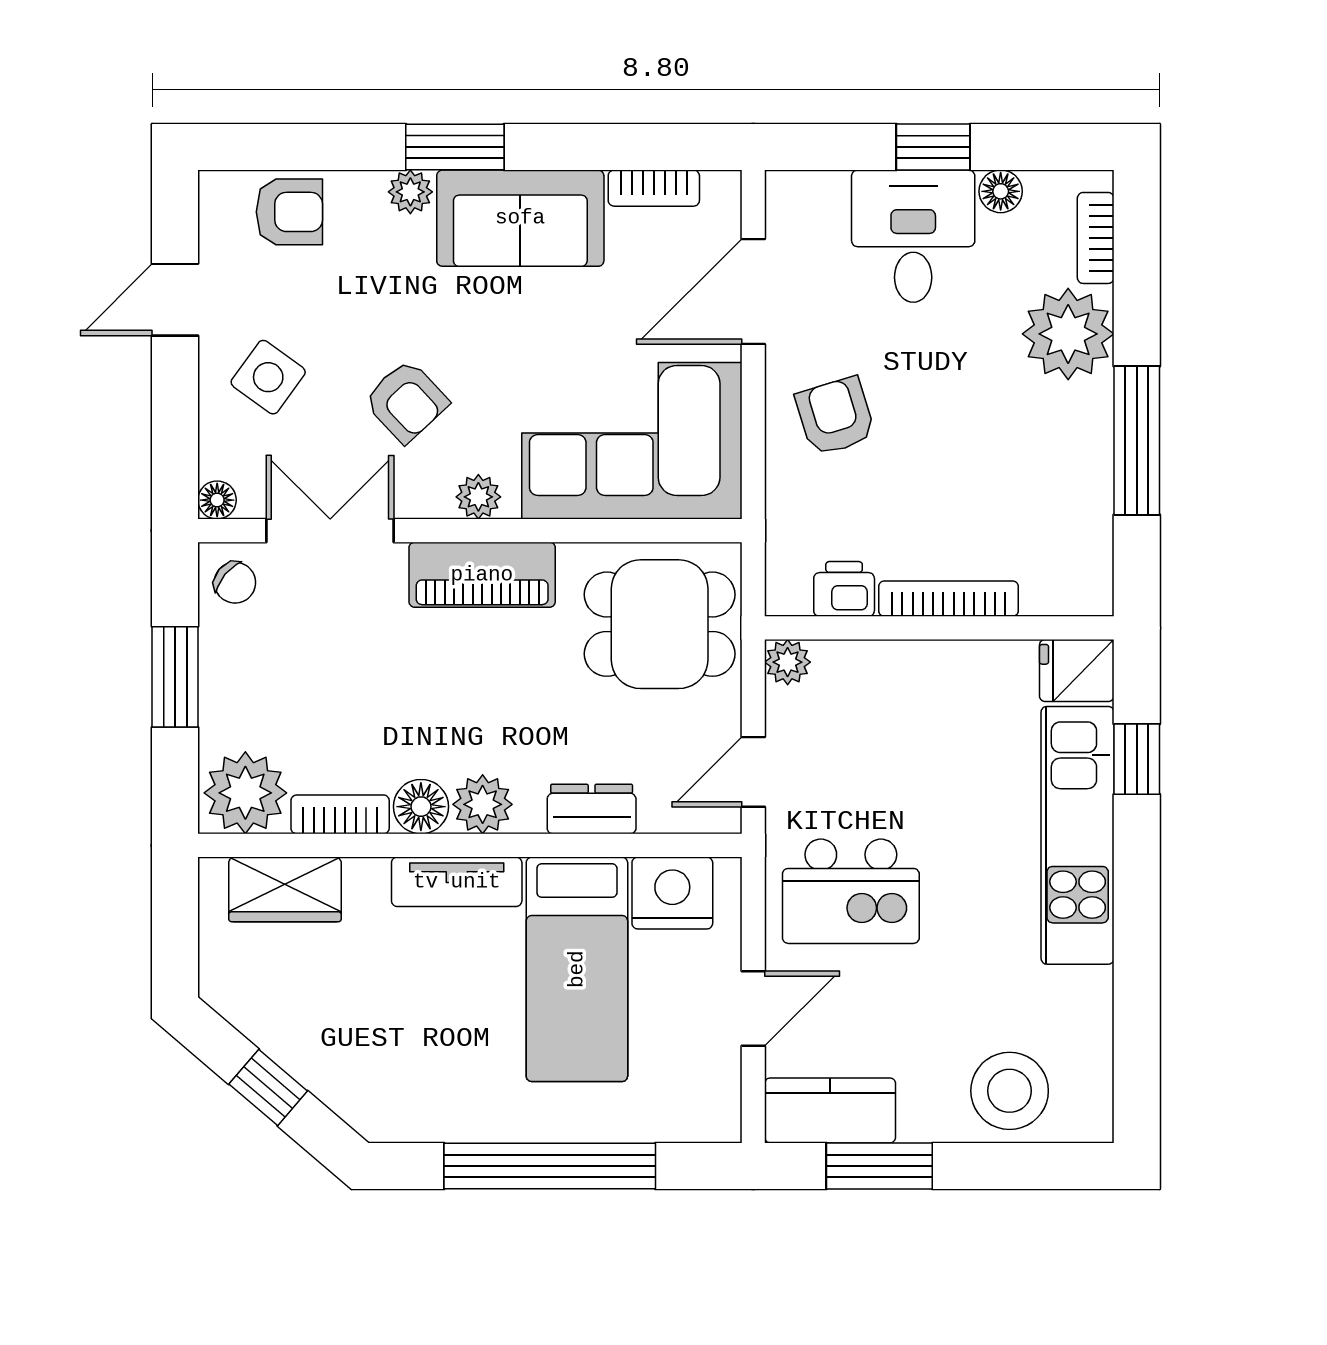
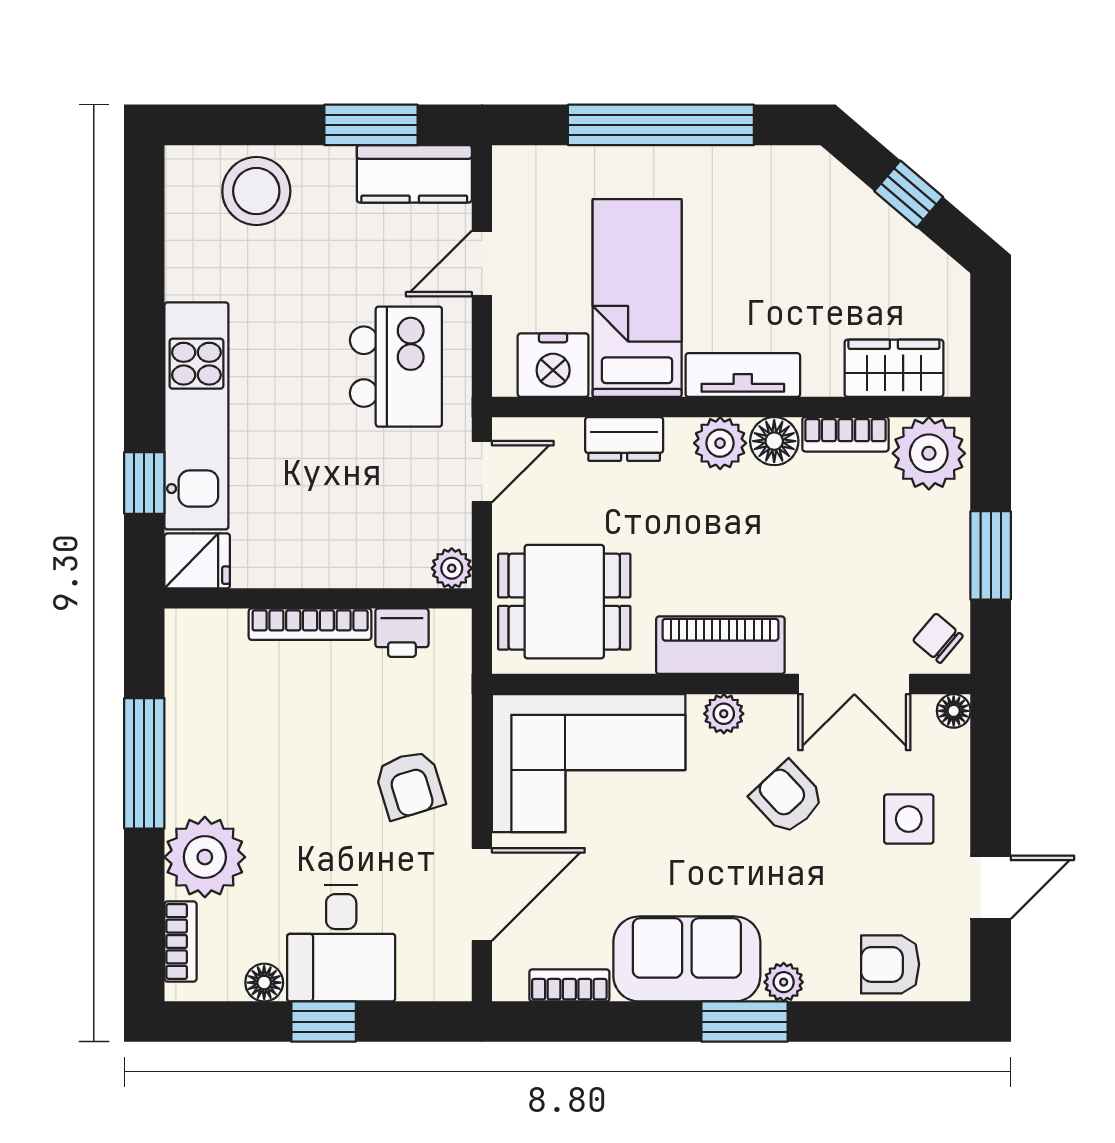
side table: (268, 377) -> (909, 819), turned -36
kitchen island: (851, 891) -> (396, 367), turned 90

